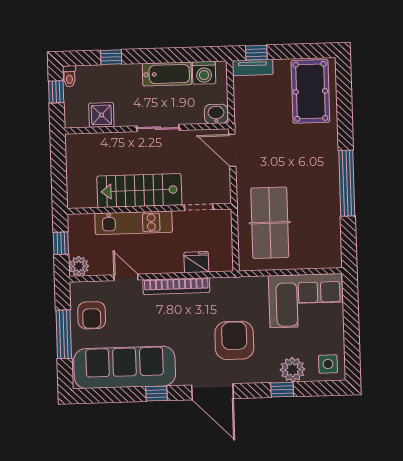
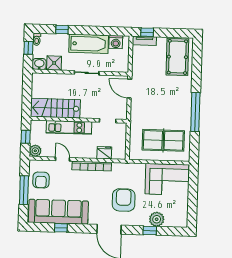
bathtub: (167, 74) -> (89, 44), width x1.36, depth x1.36
washbasin: (216, 114) -> (39, 64), moved
stairs: (139, 191) -> (55, 108), moved
table tennis table: (270, 223) -> (163, 140), moved, turned 90
side table: (328, 364) -> (178, 217), removed
window: (156, 394) -> (61, 228), moved

